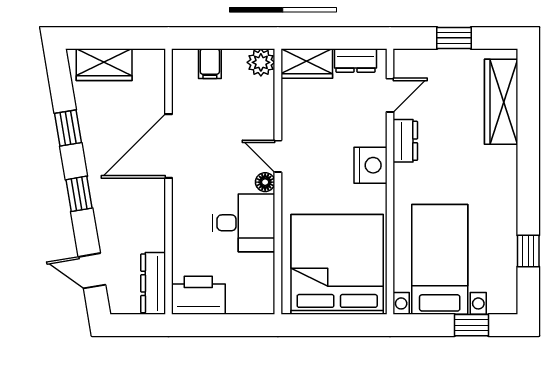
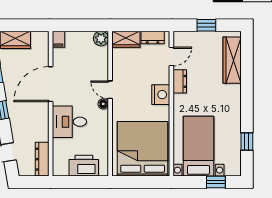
filing cabinet: (210, 64) -> (58, 39), moved
desk: (243, 223) -> (69, 122), moved, turned 180
printer: (198, 295) -> (84, 166), moved

